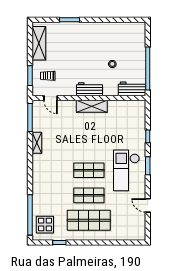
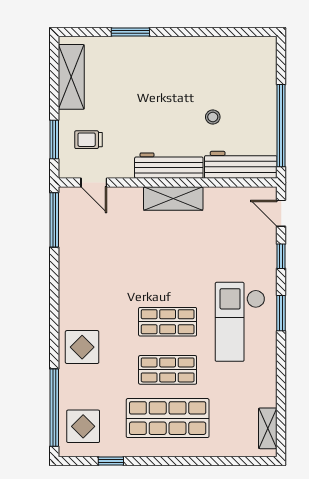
workbench: (89, 89) -> (169, 166), width x1.38
workbench: (132, 89) -> (241, 165), width x1.38
shelving: (37, 143) -> (268, 428), moved
display table: (44, 183) -> (82, 347), added
door: (148, 205) -> (281, 213), moved

